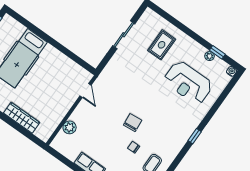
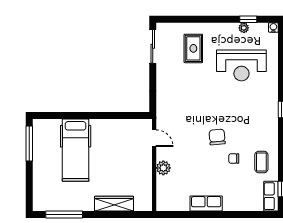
sliding door: (124, 35) -> (153, 46), moved
plant: (70, 127) -> (163, 168), moved

